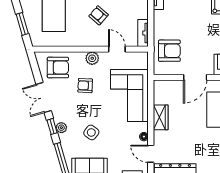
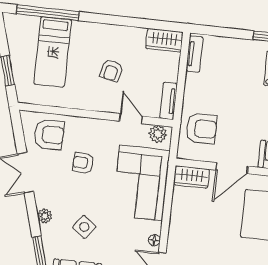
armchair: (99, 15) -> (111, 71), turned -118
plant: (92, 58) -> (158, 134), moved
wardrobe: (161, 117) -> (192, 177), moved, turned 90
window: (52, 126) -> (32, 213), removed

